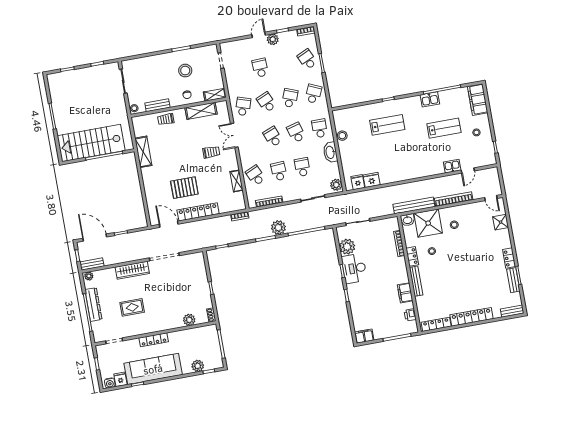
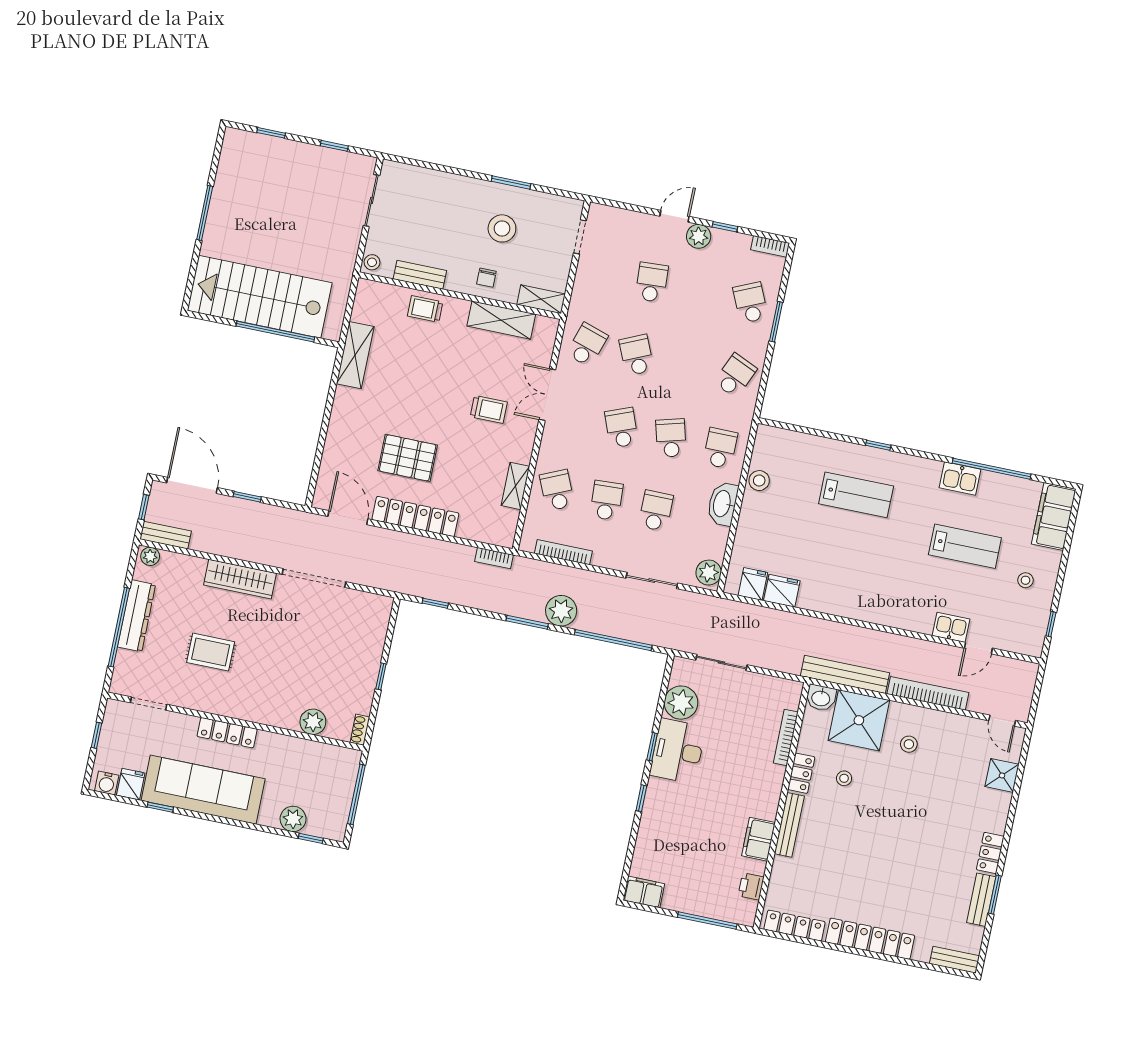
school desk: (290, 98) -> (686, 365), removed

